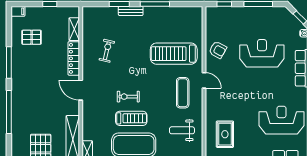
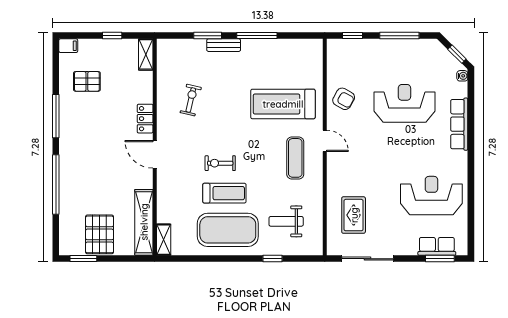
shelving: (74, 29) -> (146, 54), moved
locker: (74, 58) -> (145, 119), width x0.66
weight bench: (182, 130) -> (286, 221), moved

